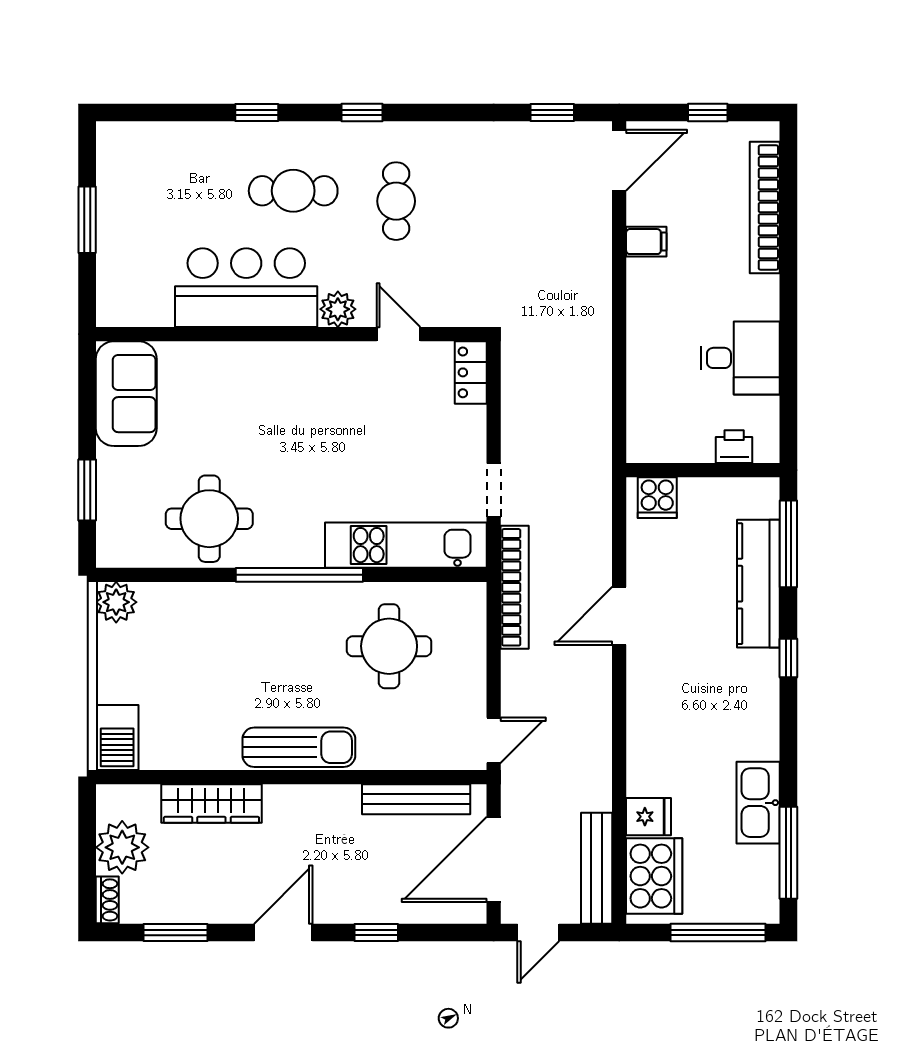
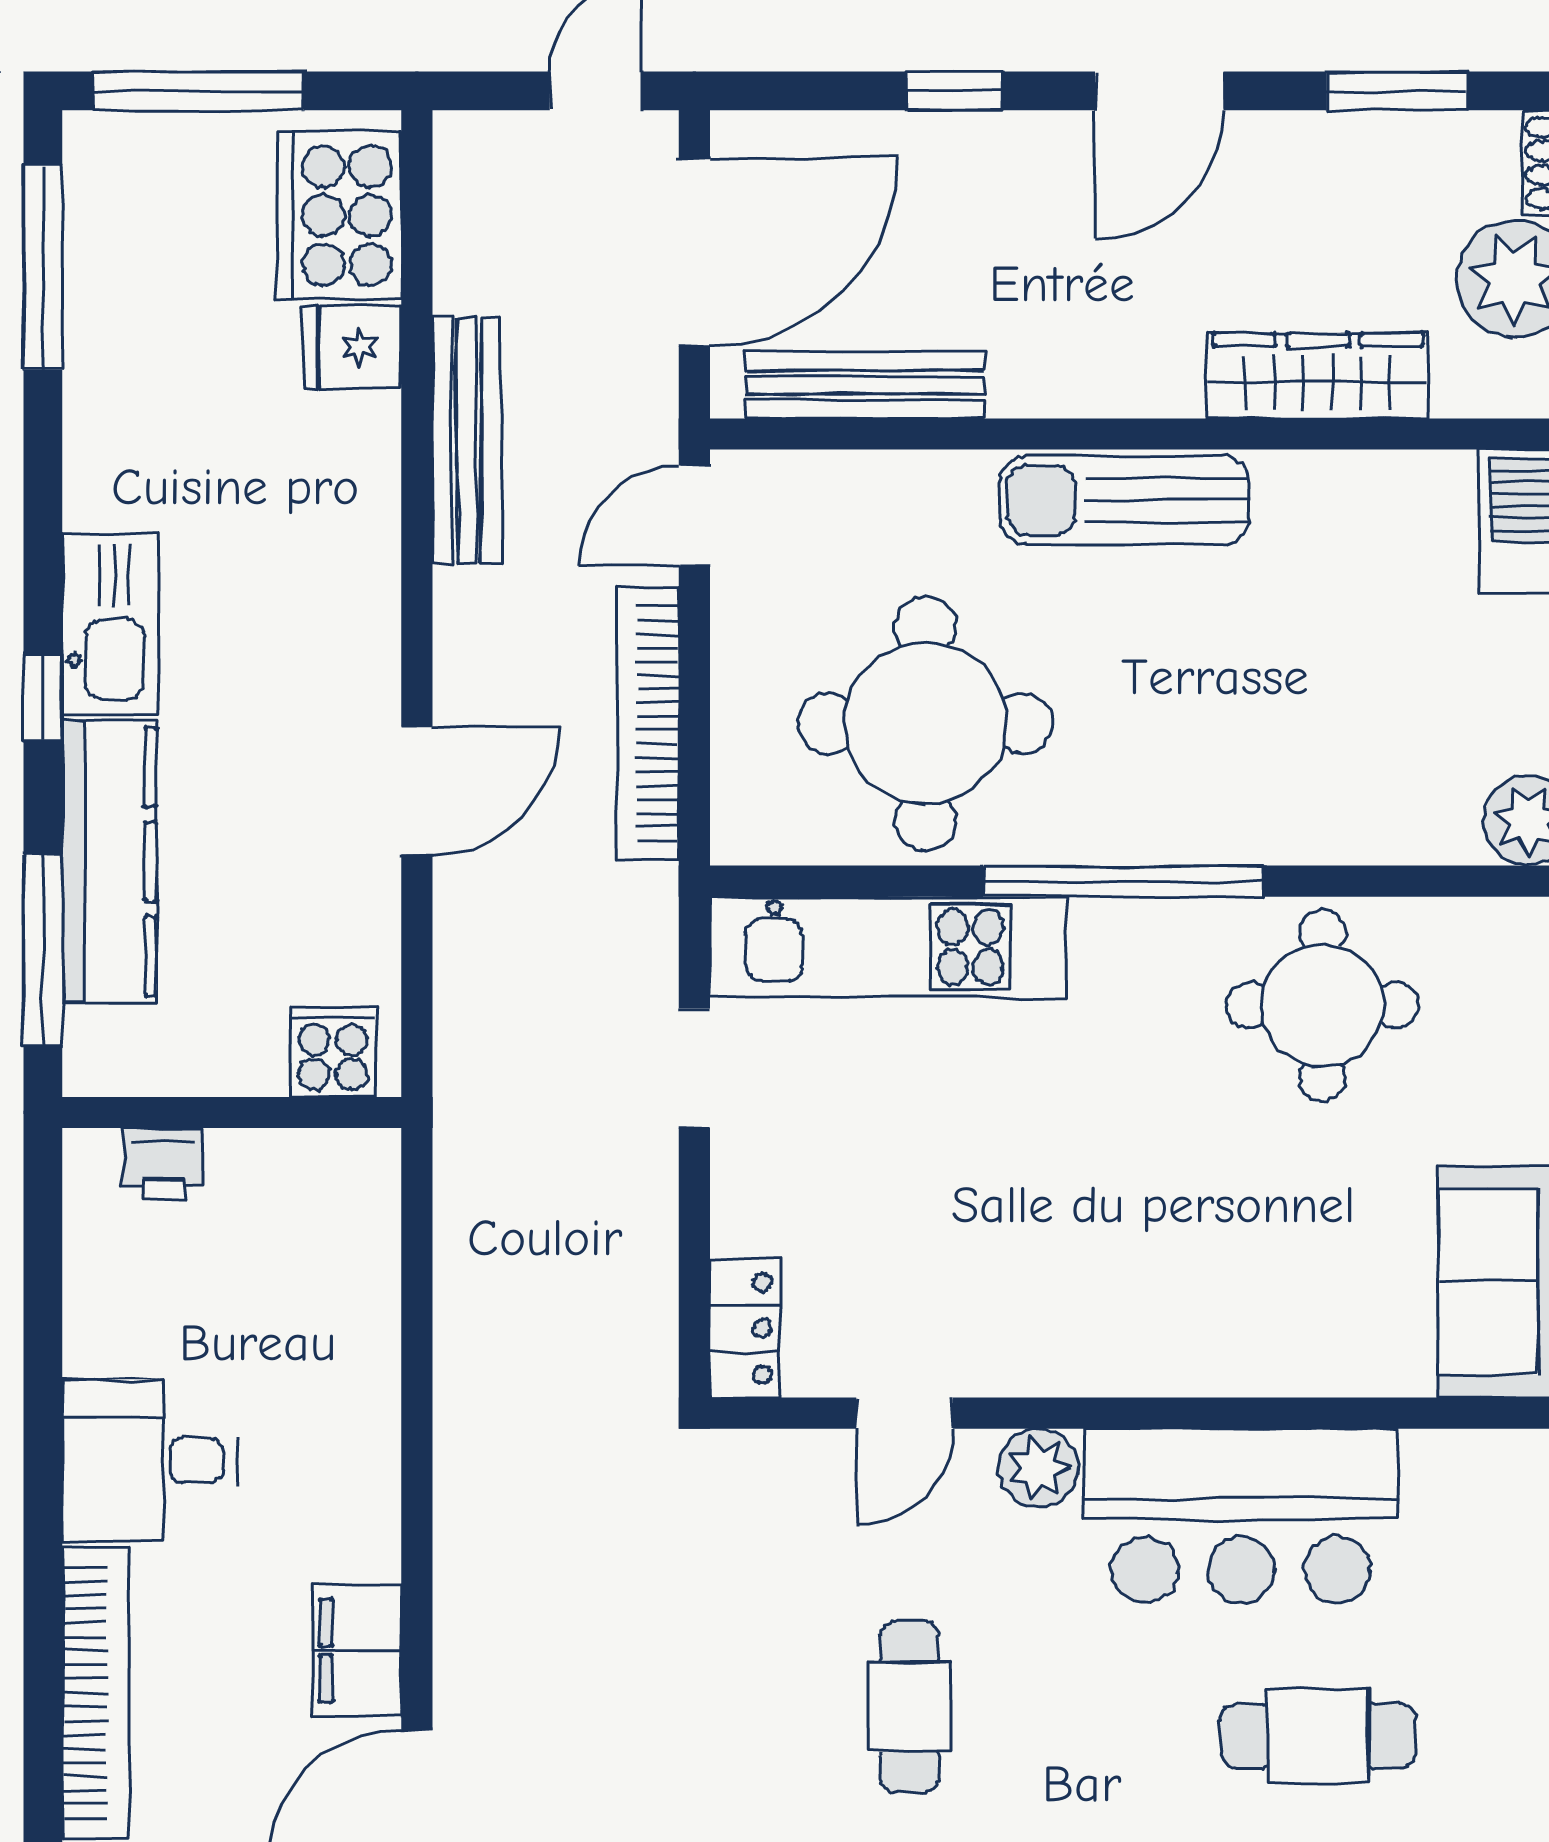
cafe table: (293, 191) -> (1318, 1736), moved
filing cabinet: (646, 242) -> (357, 1651), width x2.00
door: (398, 334) -> (905, 1413), hinge flipped
desk: (740, 358) -> (149, 1460), moved
bookcase: (515, 587) -> (648, 724), moved
round table: (389, 646) -> (925, 723), width x1.36, depth x1.36
kitchen sink: (758, 803) -> (110, 624), moved
bench: (597, 868) -> (467, 440), moved

